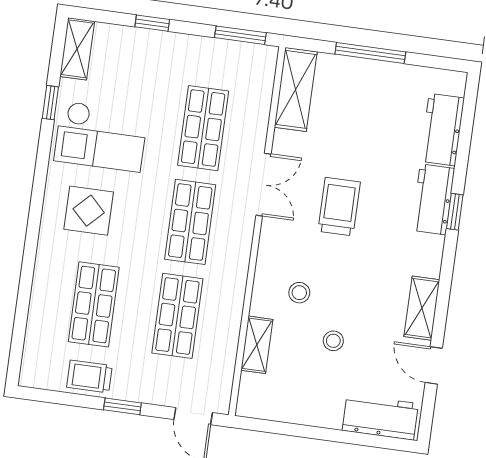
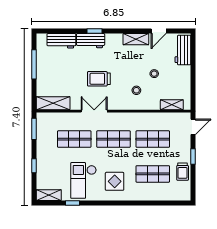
window: (370, 53) -> (34, 64), moved
checkout: (101, 136) -> (83, 180), turned 180
shelving: (257, 345) -> (172, 105), moved

